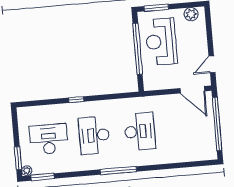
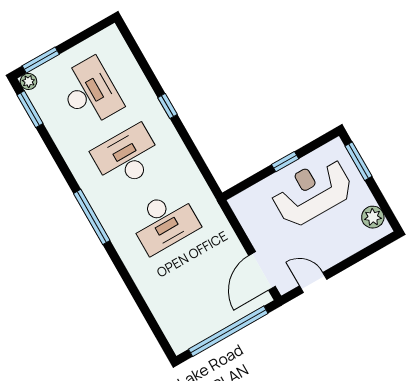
window: (138, 49) -> (285, 162), width x0.32

